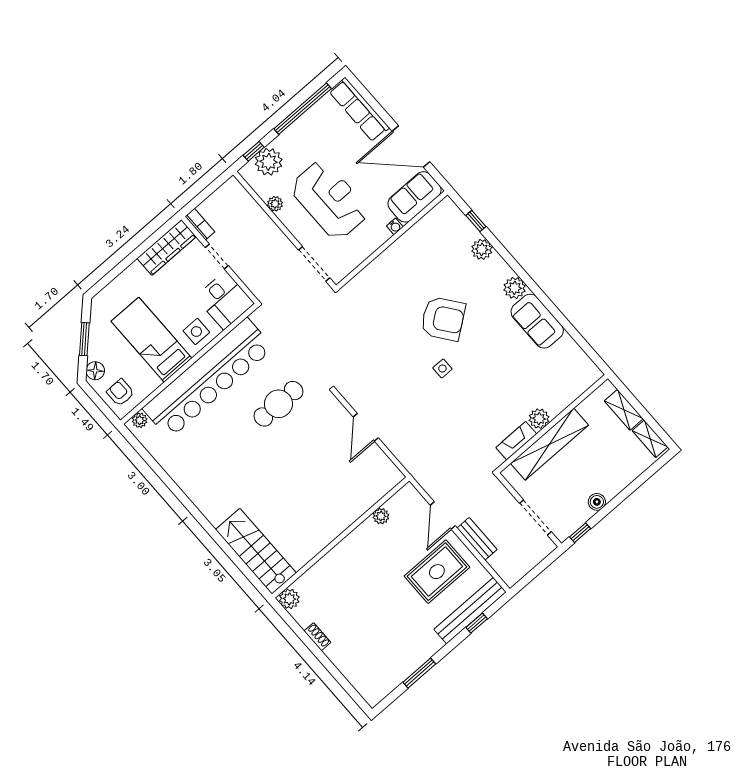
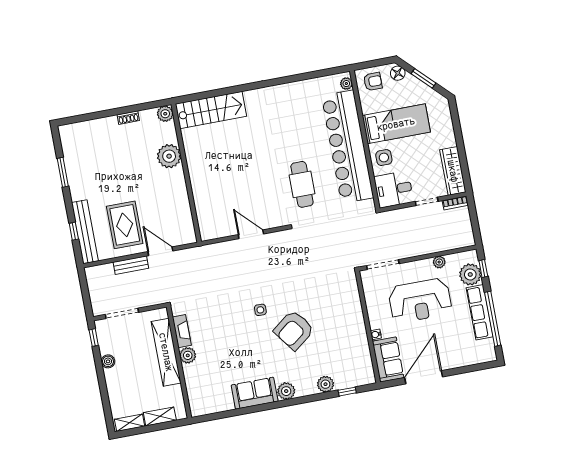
row of seats: (359, 110) -> (480, 312), moved, turned -90
plant: (381, 516) -> (169, 156), moved, width x1.88, depth x1.88

